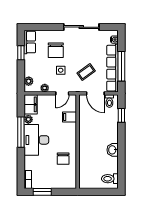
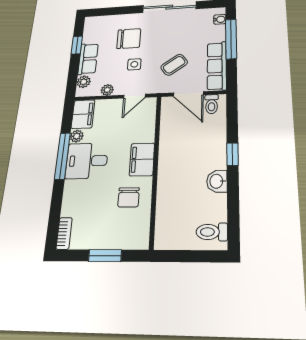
row of seats: (30, 42) -> (88, 59), moved
chair: (56, 50) -> (129, 39), turned -90
window: (121, 66) -> (231, 39), moved
row of seats: (112, 68) -> (217, 66), width x0.73
window: (121, 115) -> (233, 154), moved
filing cabinet: (69, 117) -> (142, 159), moved, width x2.00
desk: (36, 140) -> (87, 161), width x0.73
window: (42, 192) -> (105, 256), moved

